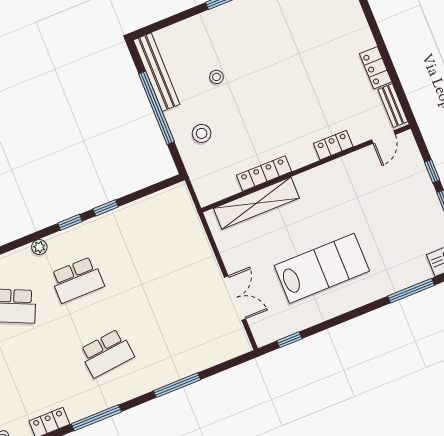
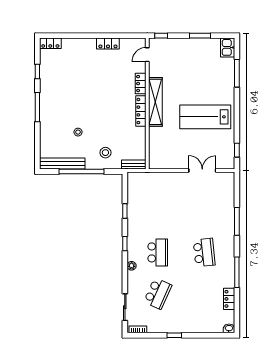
bench: (393, 105) -> (134, 165), moved
door: (383, 137) -> (147, 55), swing flipped
window: (432, 171) -> (161, 36), moved
locker: (264, 173) -> (141, 111), moved
shelving: (256, 203) -> (155, 102), moved
window: (106, 208) -> (125, 211), moved
lab bench: (322, 268) -> (205, 117), turned -90

